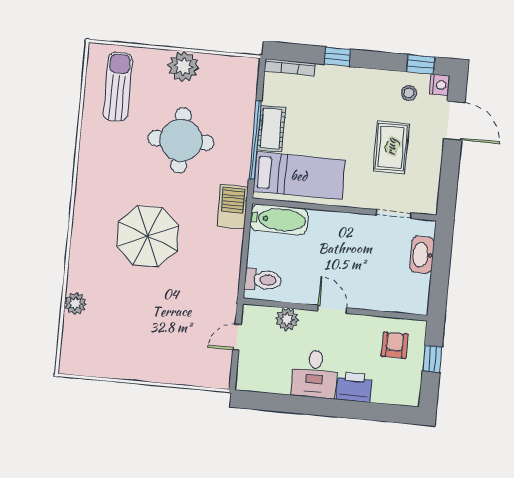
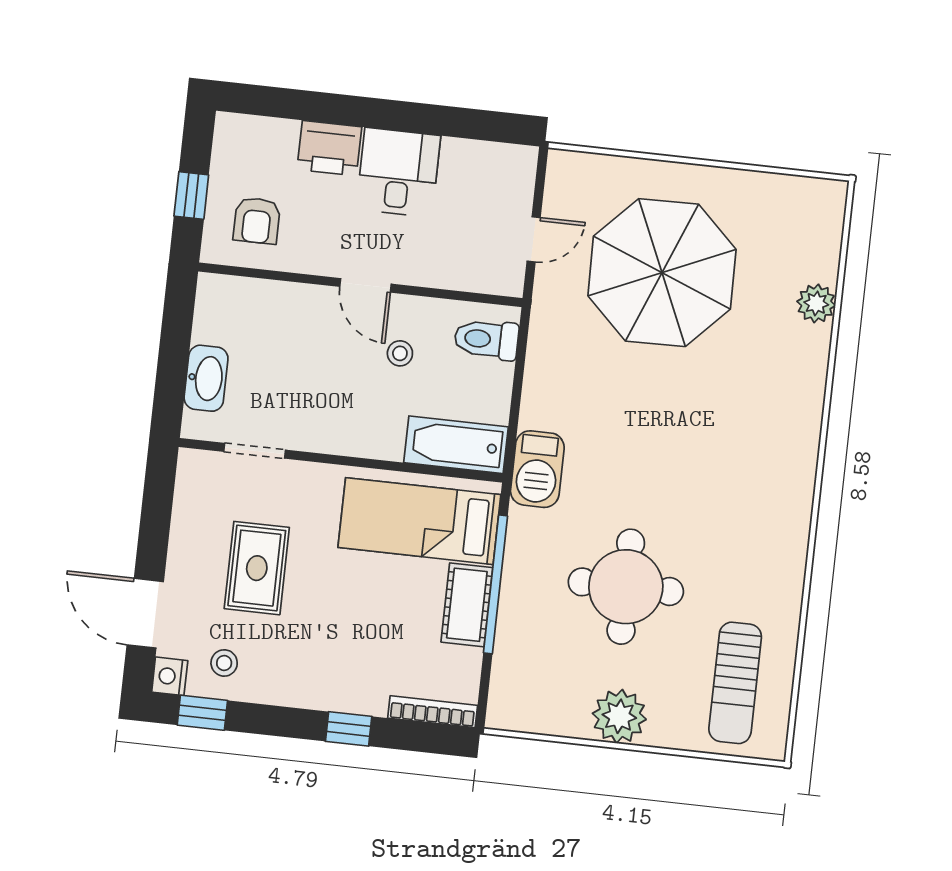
parasol: (148, 236) -> (662, 273), moved, width x1.36, depth x1.36
stool: (312, 271) -> (400, 353), added
plant: (287, 319) -> (445, 269), removed

